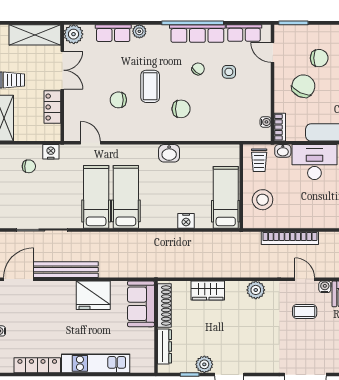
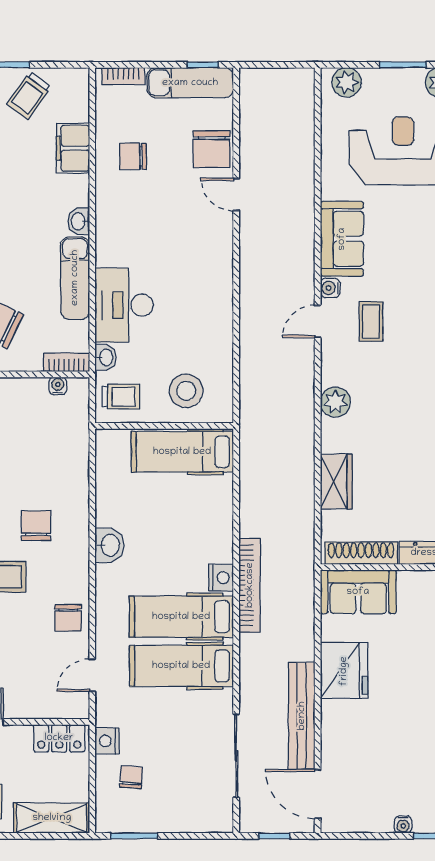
chair: (118, 100) -> (68, 618), moved
locker: (52, 107) -> (59, 738), moved
nightstand: (186, 221) -> (221, 578), moved
bookcase: (290, 238) -> (250, 585), moved

